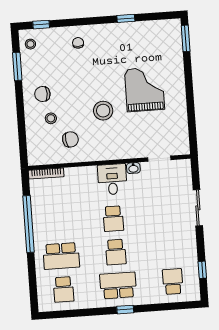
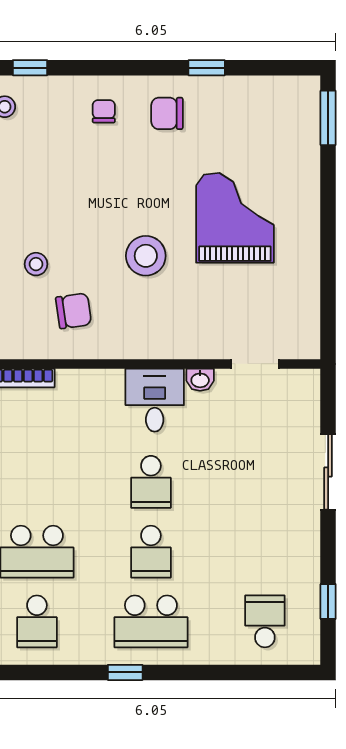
chair: (42, 94) -> (167, 113), moved
school desk: (118, 285) -> (151, 621), turned 180
window: (125, 310) -> (125, 672), moved

